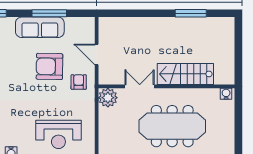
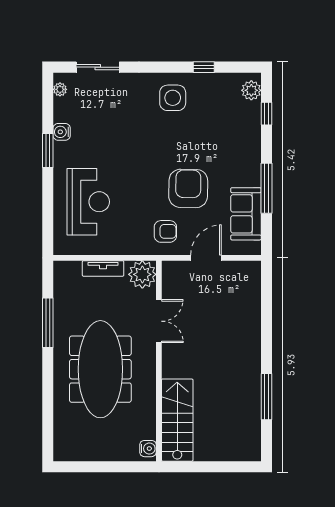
sofa: (40, 27) -> (246, 214), moved, width x0.73
stairs: (185, 74) -> (177, 420), moved
tv unit: (104, 124) -> (103, 268), added
reception desk: (58, 134) -> (88, 202), turned 180

